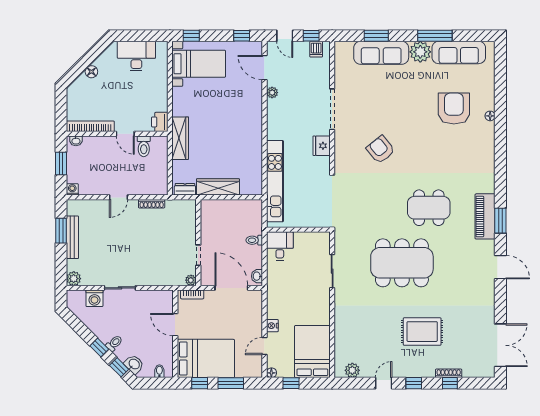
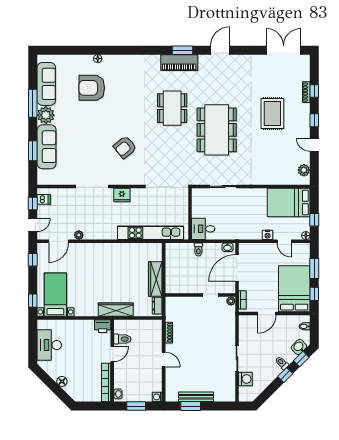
plant: (74, 279) -> (229, 396), removed

